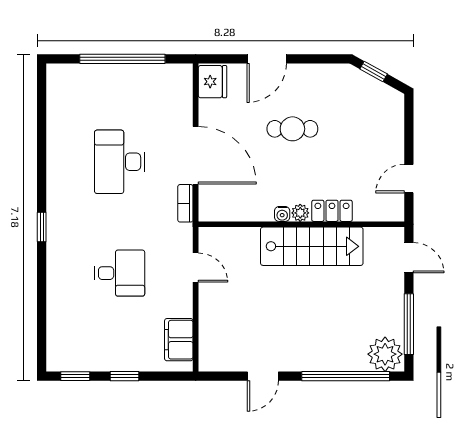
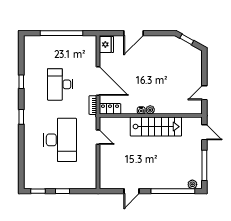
cafe table: (292, 129) -> (146, 68), removed
window: (42, 156) -> (21, 82), added
locker: (332, 211) -> (110, 109), moved
desk: (120, 273) -> (60, 140), width x1.87, depth x1.30
filing cabinet: (179, 340) -> (90, 173), removed
plant: (385, 354) -> (192, 184), width x0.53, depth x0.53

